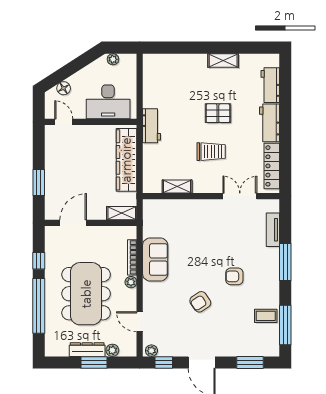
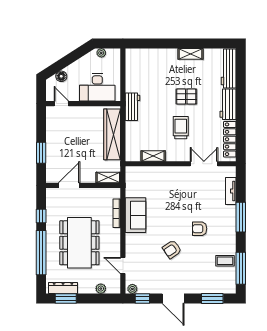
workbench: (270, 85) -> (229, 68), width x1.38
trolley: (211, 152) -> (181, 128), turned -90
plant: (131, 282) -> (116, 233), removed
dresser: (87, 350) -> (63, 288), moved
window: (94, 362) -> (66, 298), moved

